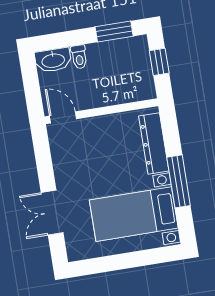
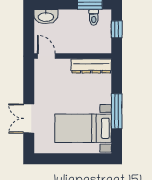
toilet: (79, 57) -> (94, 17), moved
dresser: (154, 144) -> (91, 66), moved, turned -90

